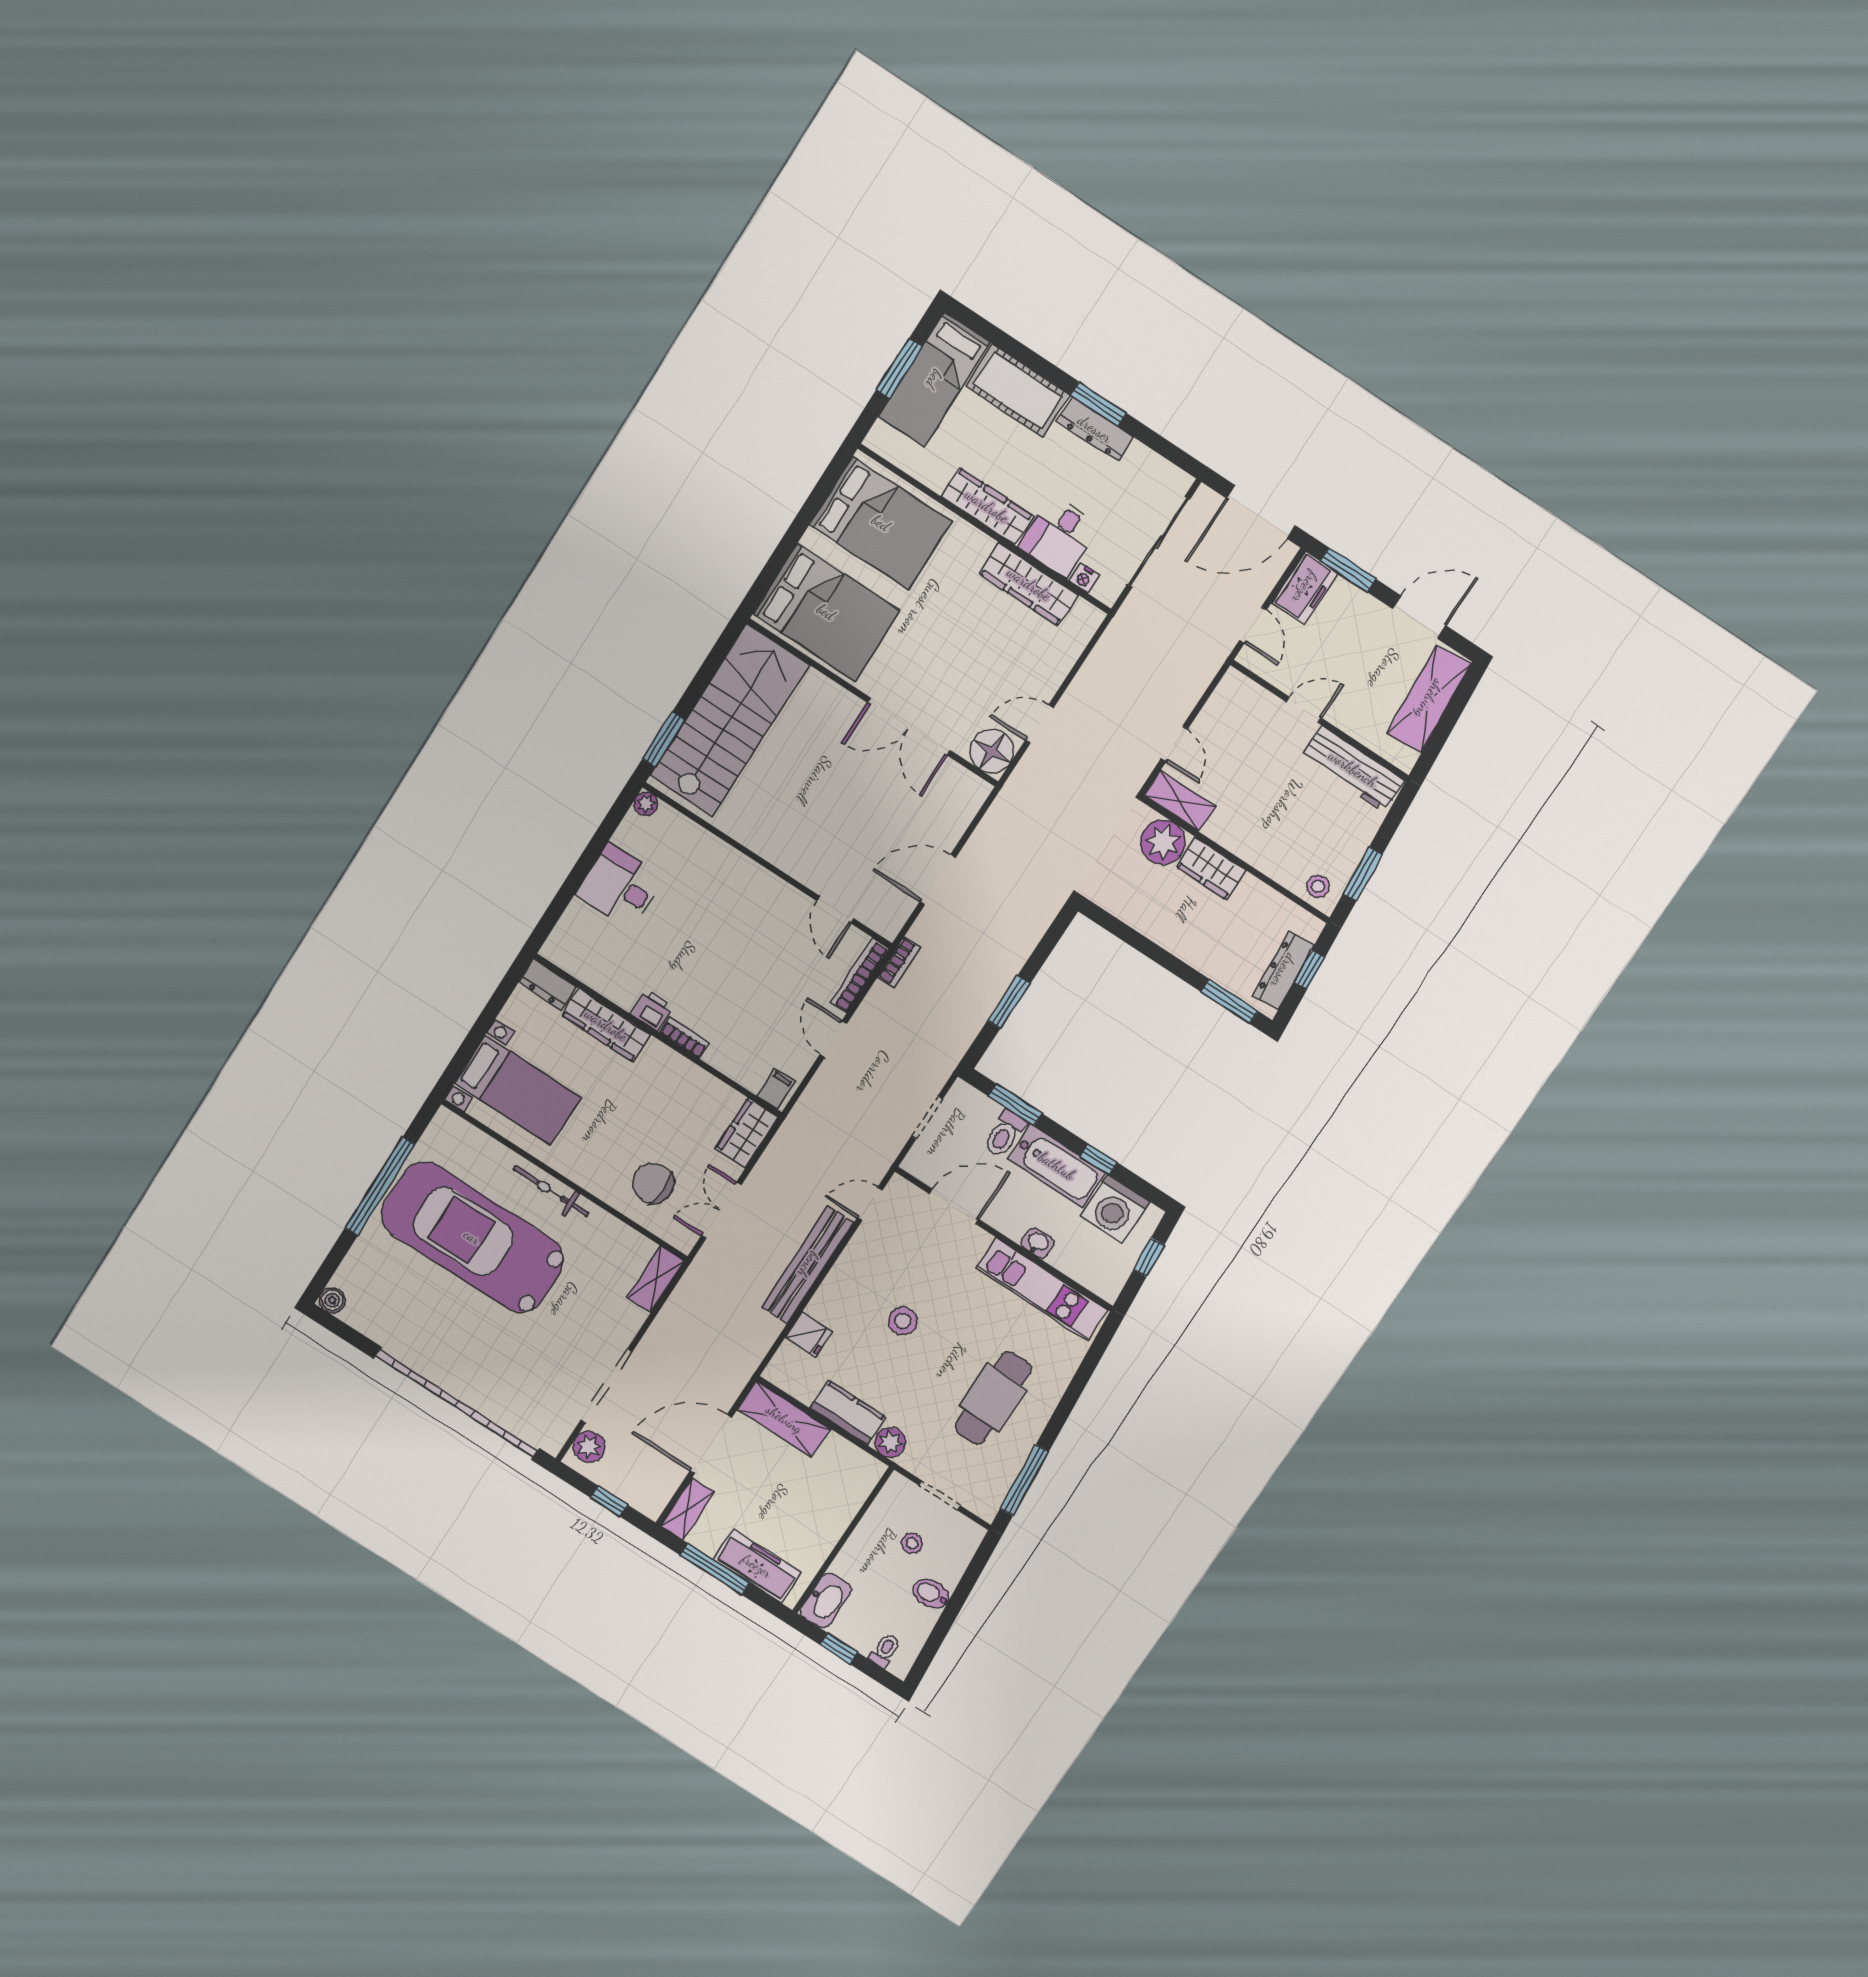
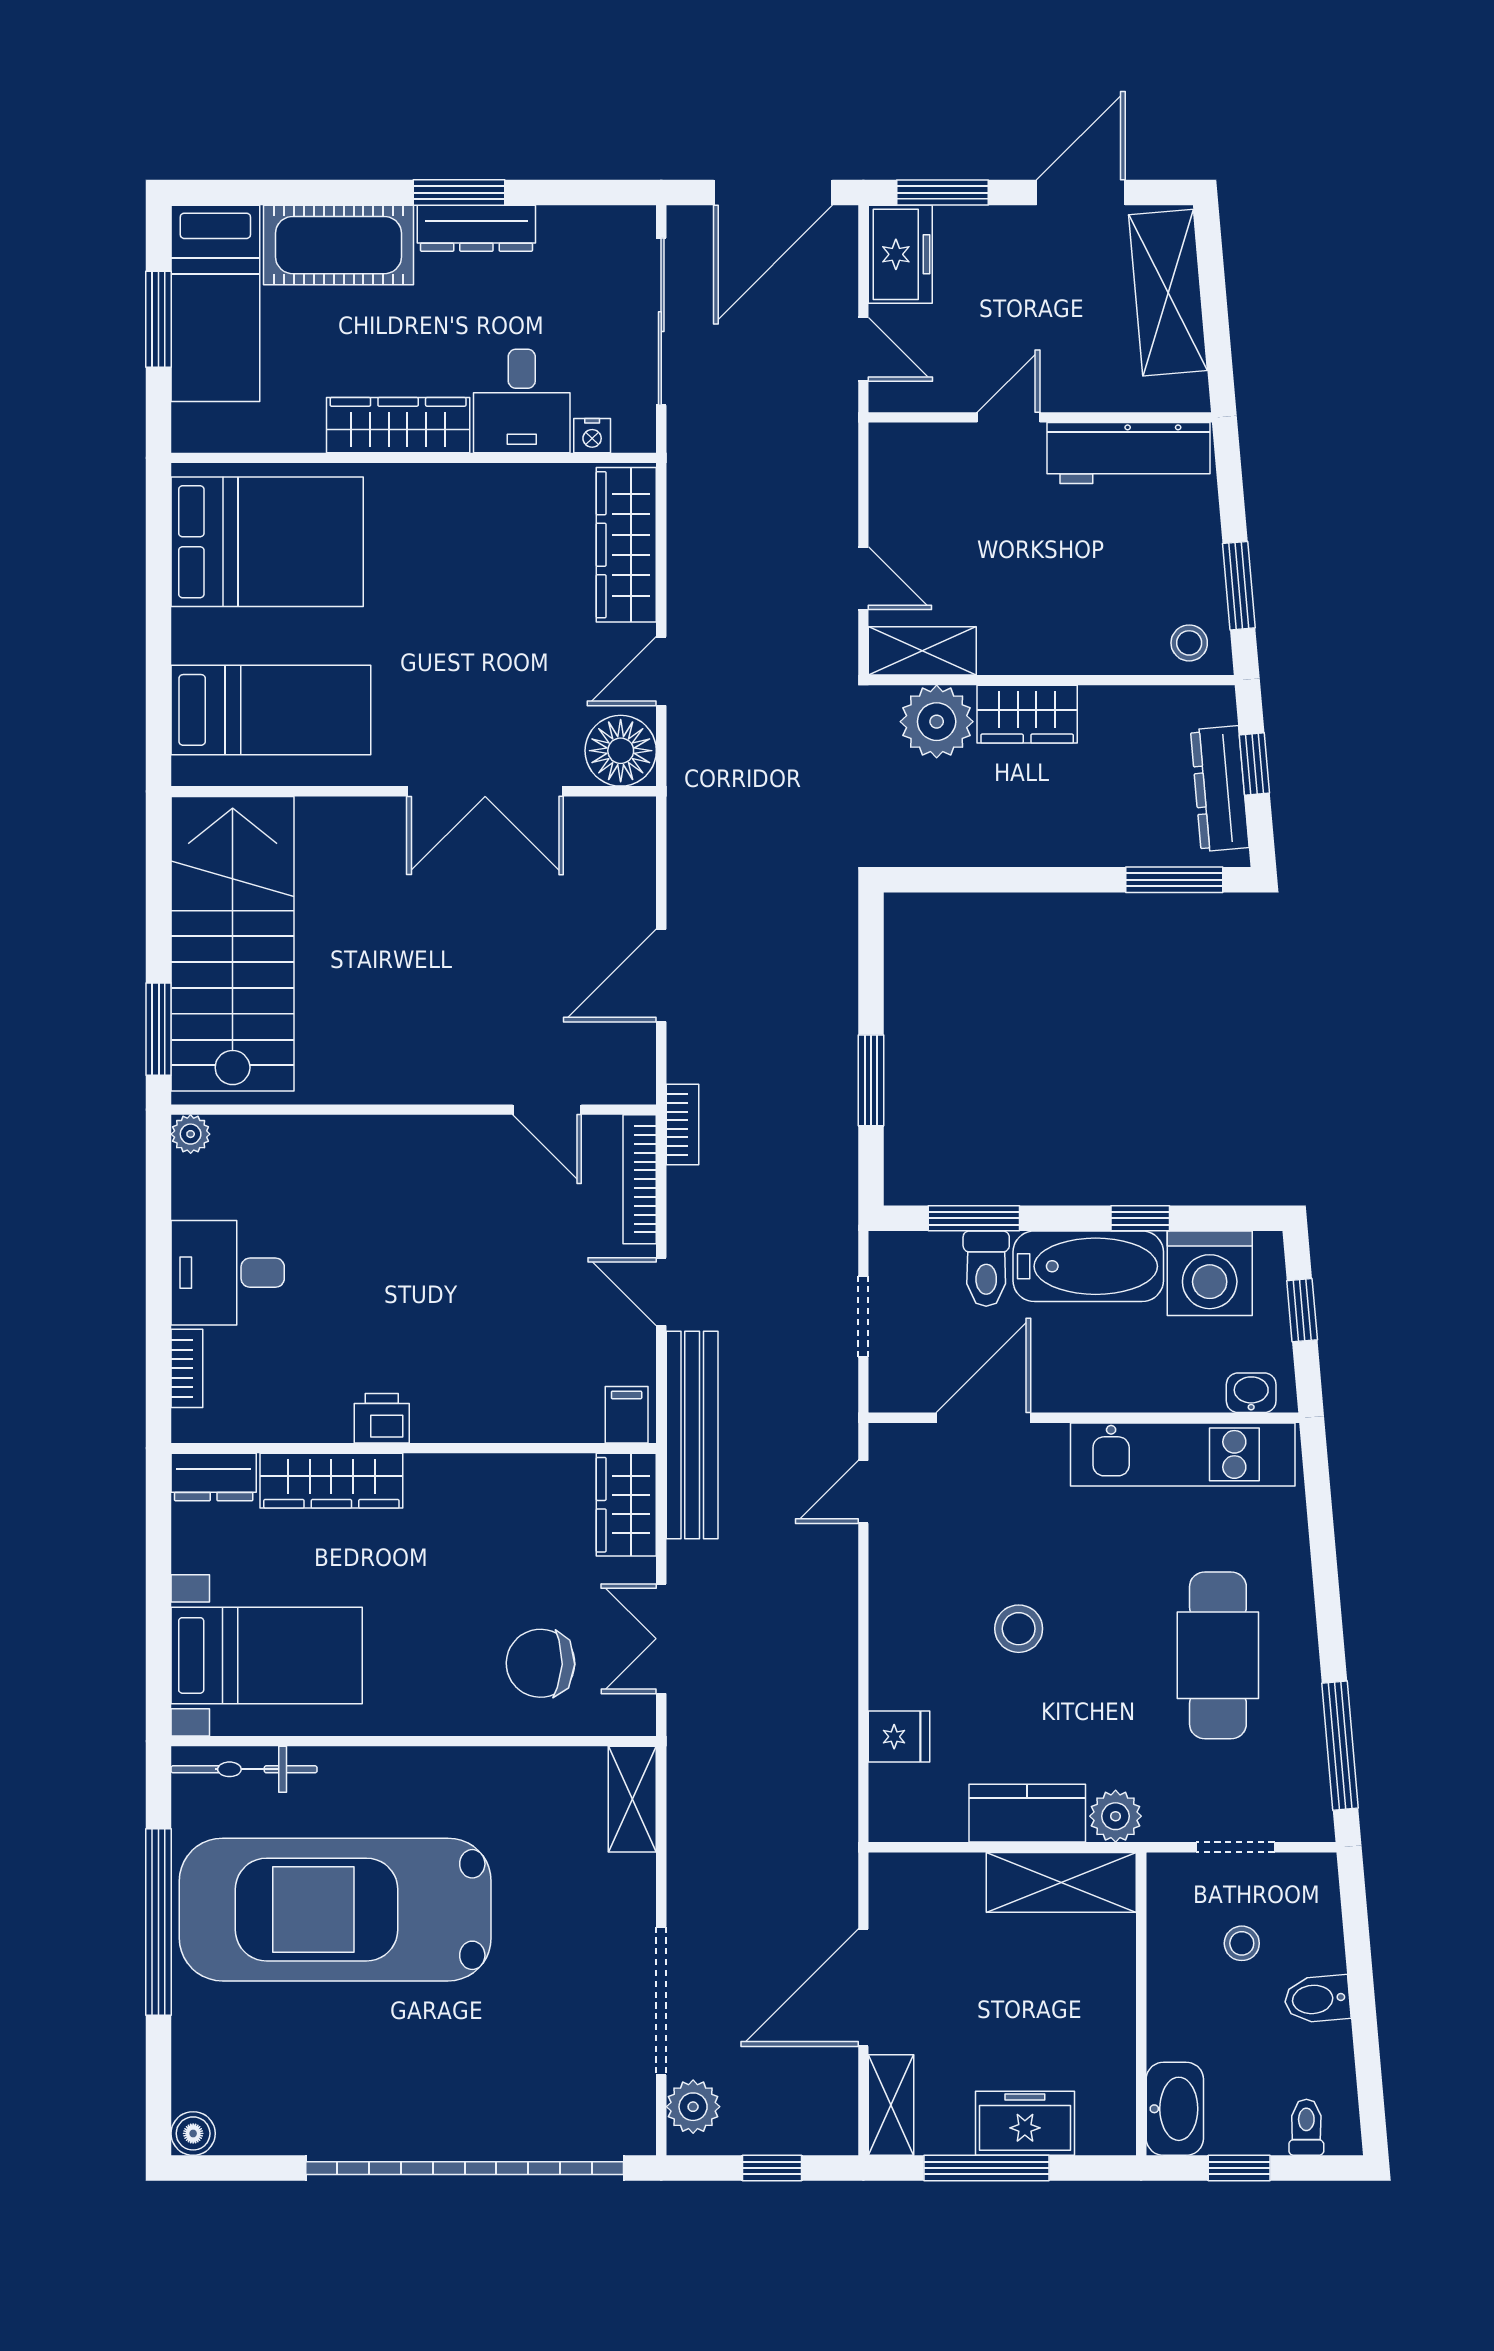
wardrobe: (1029, 584) -> (626, 545), moved, turned 90
bed: (826, 612) -> (271, 710), width x0.67
bookcase: (684, 1038) -> (187, 1368), moved, turned 90
bicycle: (551, 1191) -> (244, 1769), moved
washbasin: (1038, 1243) -> (1251, 1393), moved
bench: (808, 1265) -> (692, 1435), moved
shelving: (784, 1419) -> (1061, 1882), moved
freezer: (757, 1566) -> (1025, 2123), width x0.71

